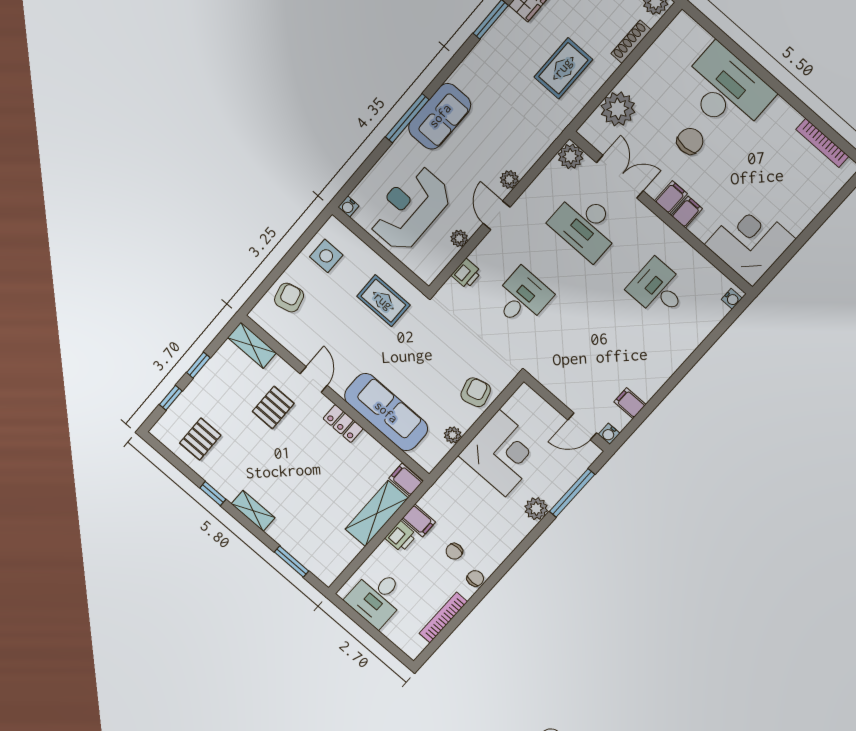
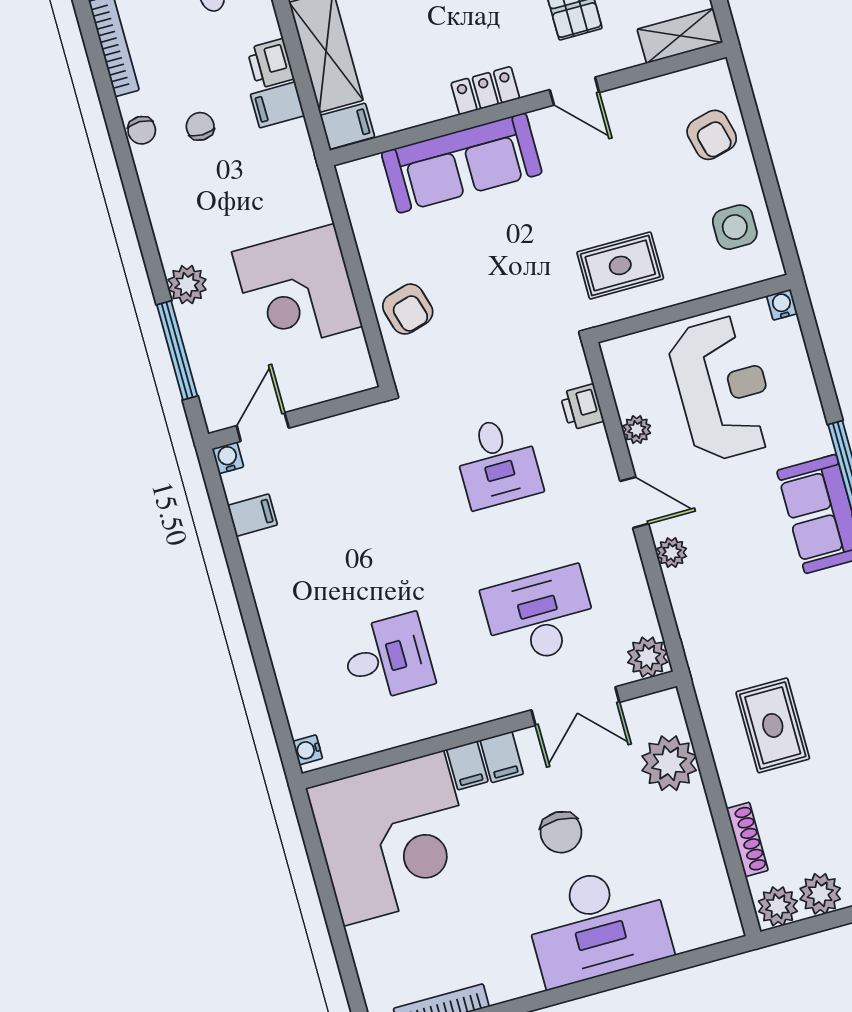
corner desk: (750, 242) -> (394, 838), width x1.36, depth x1.36
plant: (453, 435) -> (368, 236), removed

